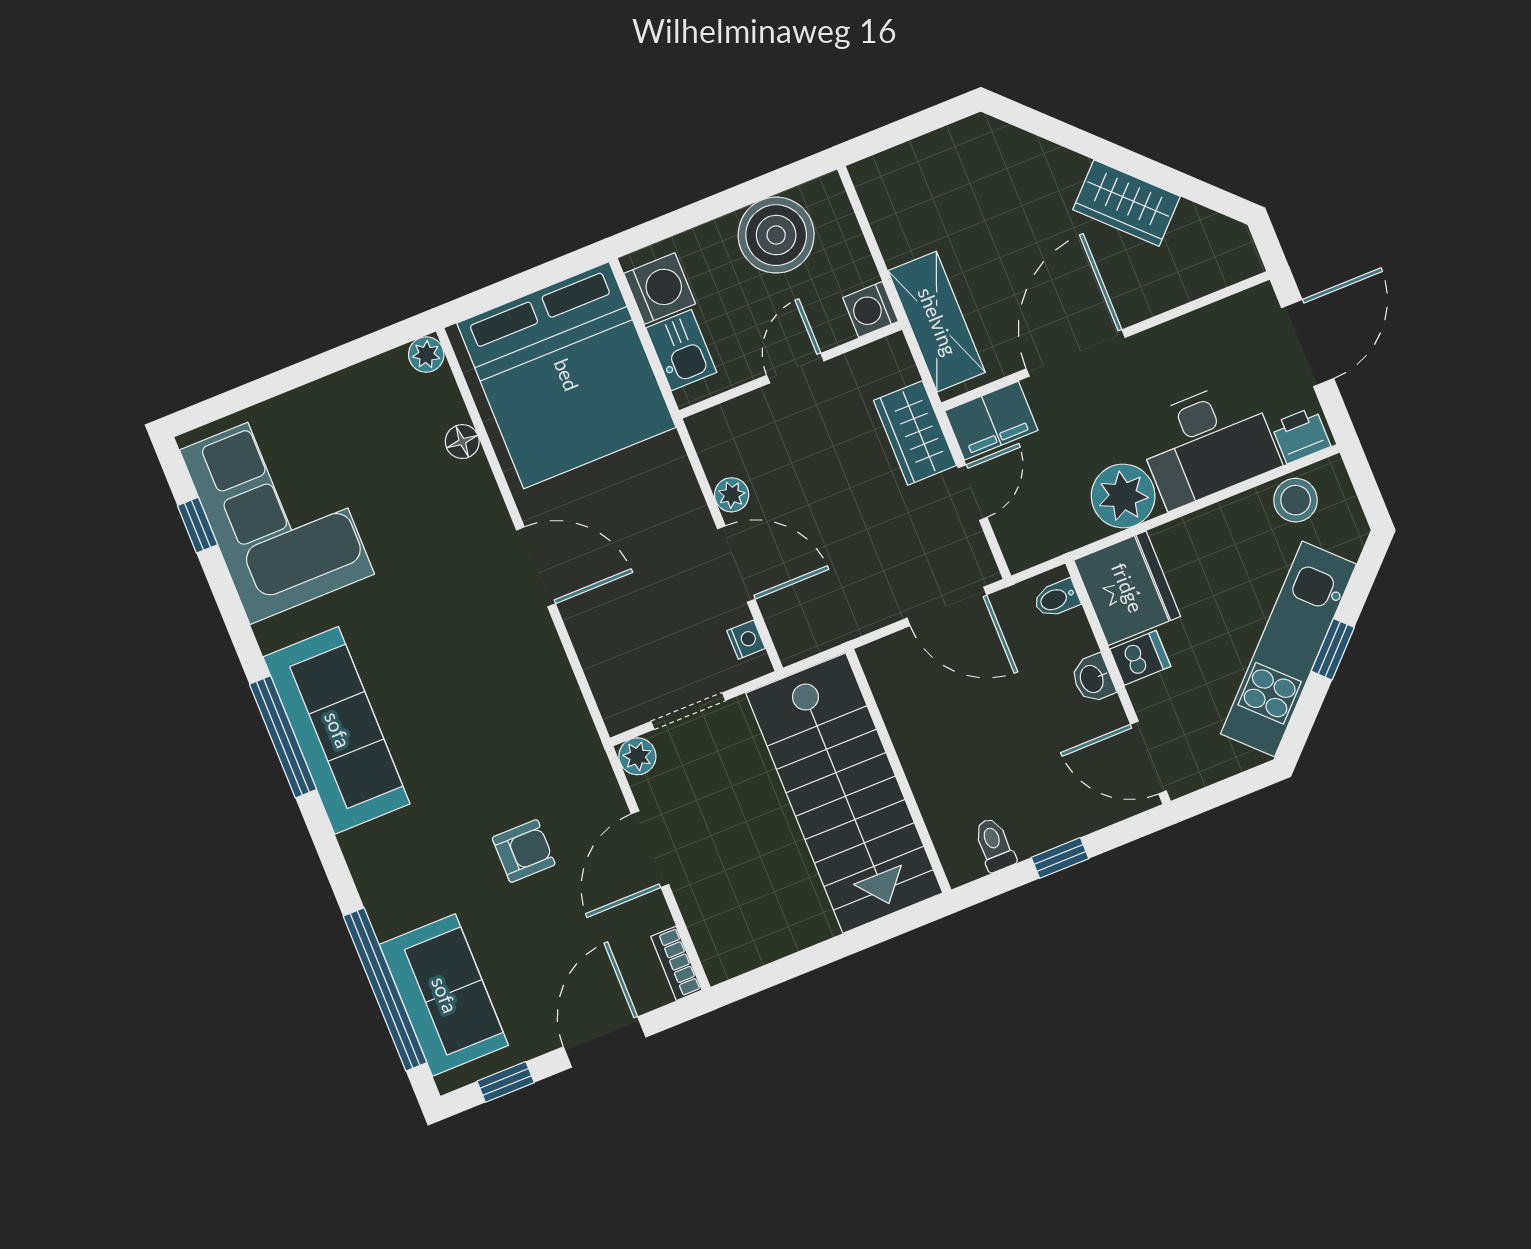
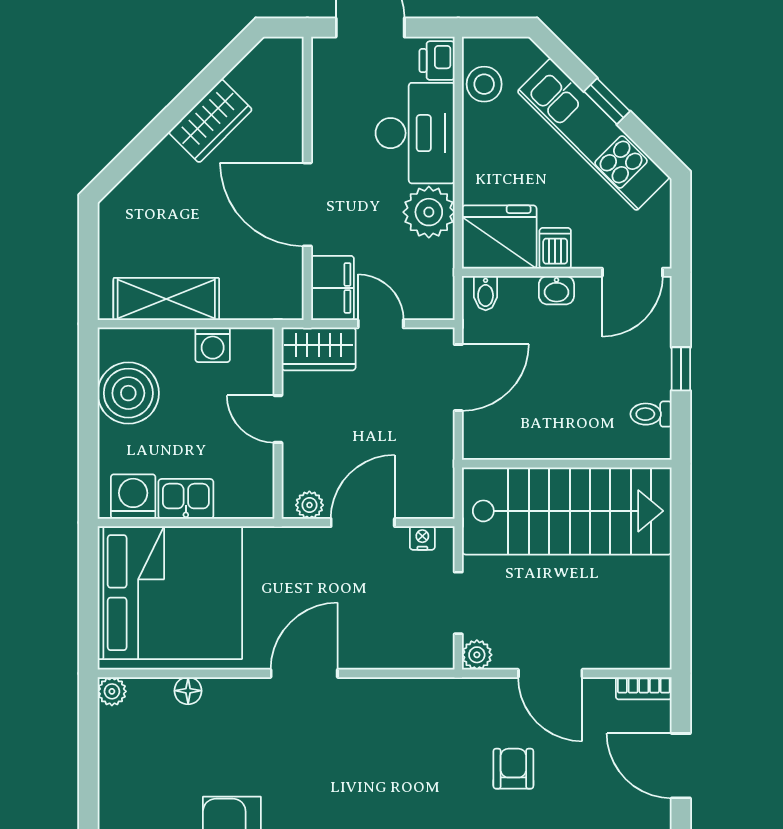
shelving: (937, 322) -> (166, 299), moved
door: (795, 368) -> (278, 419), moved
wall: (791, 370) -> (278, 423), moved

